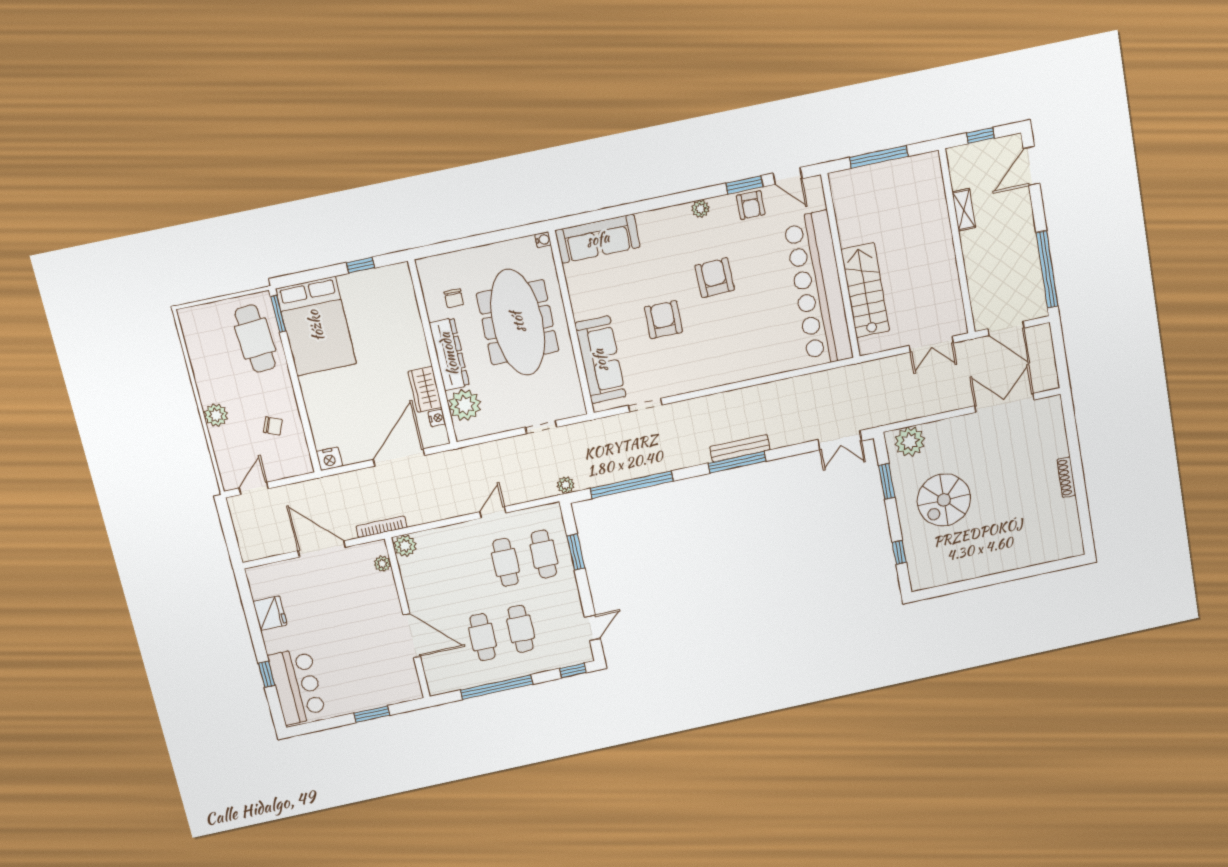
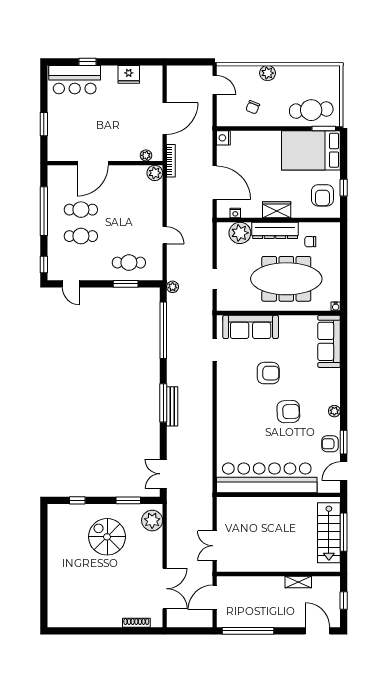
stairs: (865, 290) -> (329, 533), moved, turned 90
armchair: (380, 295) -> (322, 195), added
wardrobe: (425, 389) -> (277, 210), moved
shoe rack: (1066, 477) -> (136, 623), moved
cafe table: (505, 562) -> (129, 236), removed

